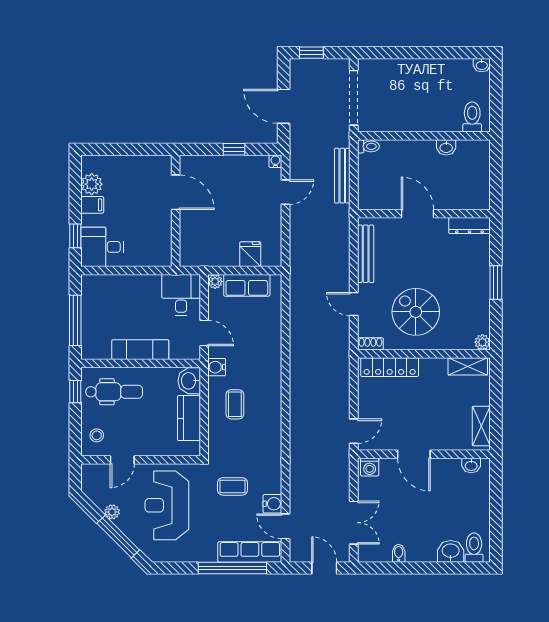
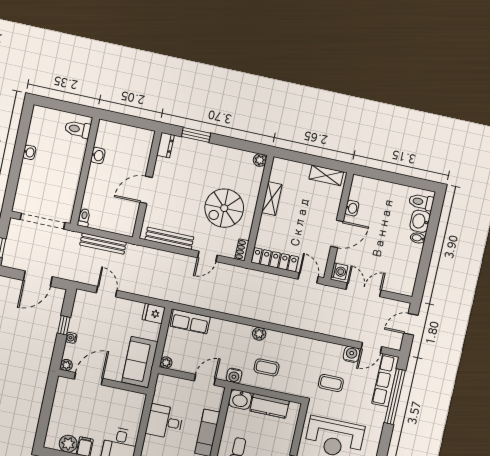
washbasin: (482, 65) -> (29, 152), moved
water cooler: (275, 161) -> (71, 338), moved
plant: (187, 162) -> (66, 365), added
dresser: (469, 226) -> (165, 145), width x0.70
sofa: (209, 250) -> (140, 362), added
fridge: (250, 254) -> (154, 313), moved
window: (496, 282) -> (196, 135), moved
row of seats: (247, 285) -> (190, 322), moved, turned 90
desk: (181, 295) -> (165, 422), moved
shelving: (468, 366) -> (272, 199), moved
locker: (390, 367) -> (275, 260), moved, turned -90
plant: (274, 386) -> (259, 334), added
washbasin: (471, 465) -> (352, 208), moved
coffee table: (232, 486) -> (331, 383), turned 90
double door: (354, 523) -> (364, 290), moved
bidet: (399, 553) -> (418, 238), moved

